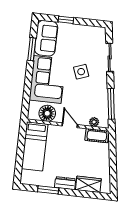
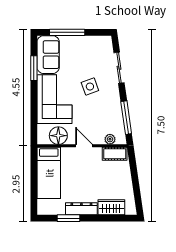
window: (66, 20) -> (67, 32), width x2.17
dresser: (65, 183) -> (81, 209), width x1.44

